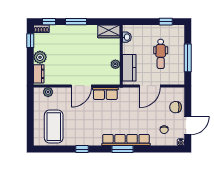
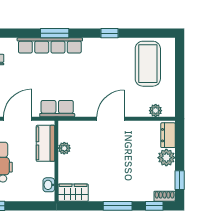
row of seats: (105, 93) -> (57, 109), moved

